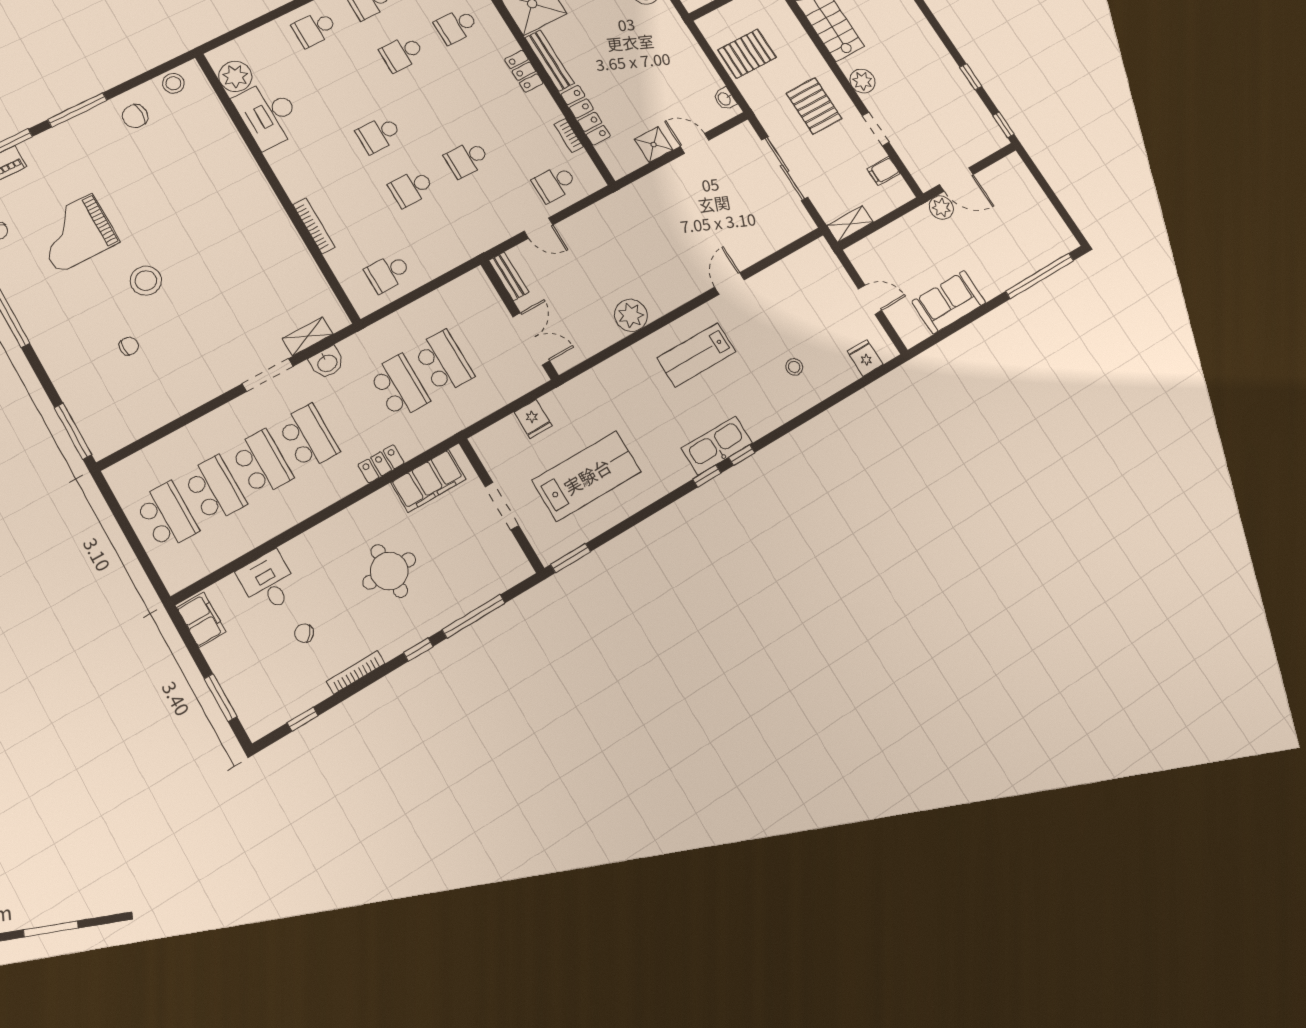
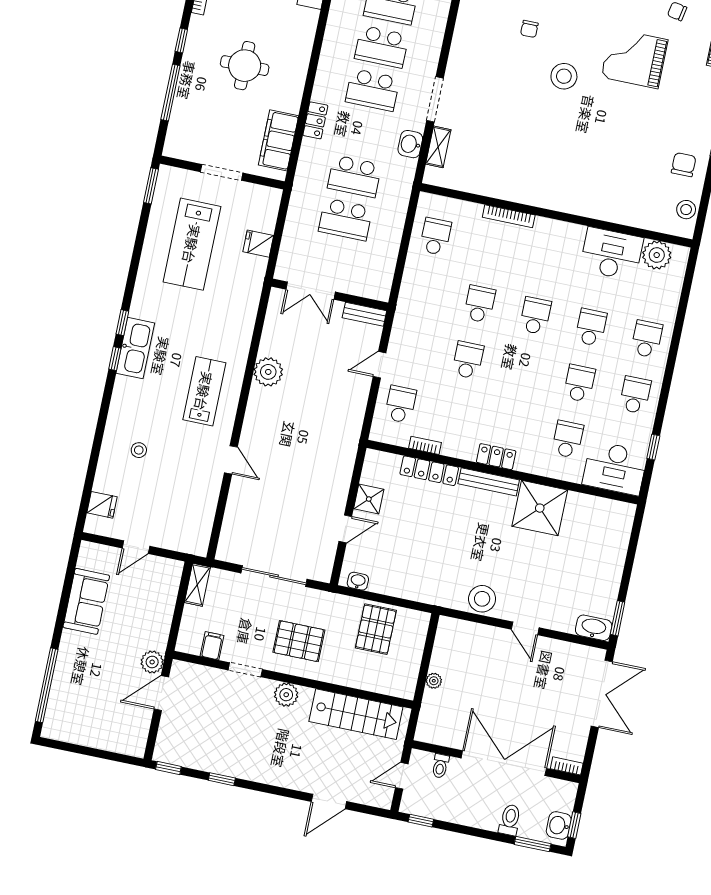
school desk: (347, 81) -> (591, 327), added
grand piano: (75, 233) -> (634, 58), turned -90

